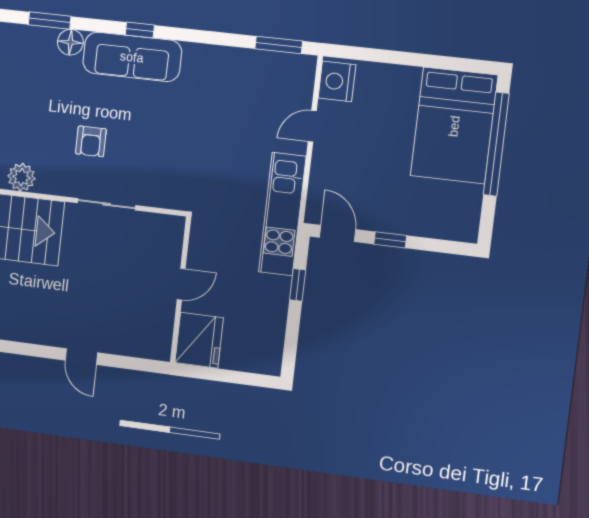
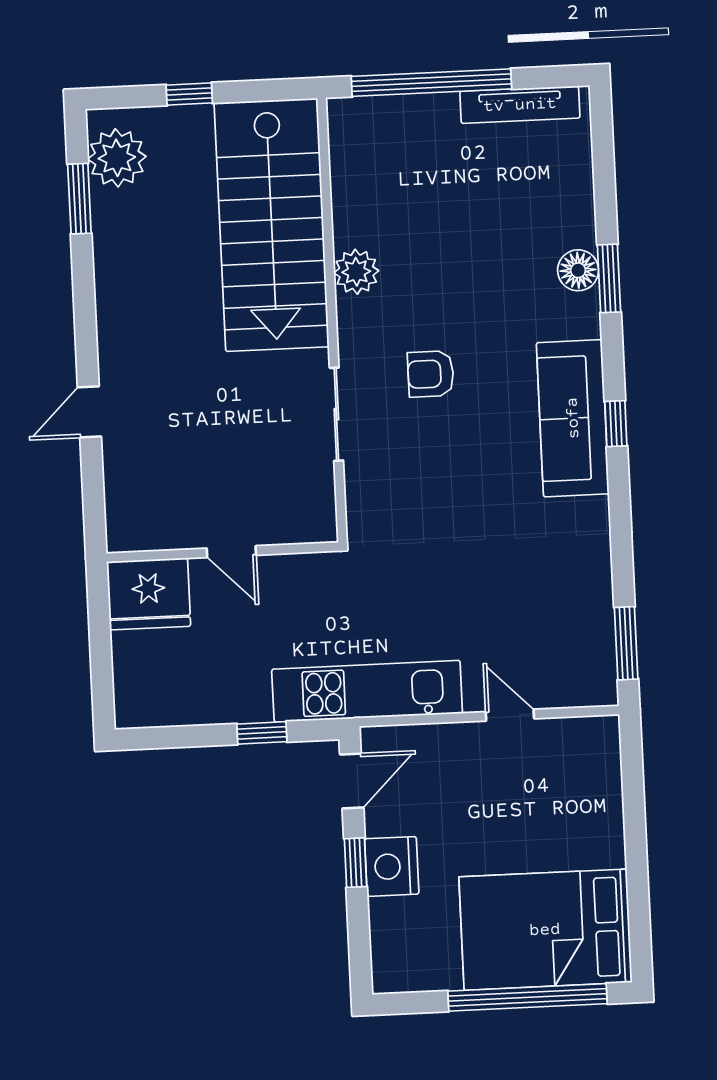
floor lamp: (70, 42) -> (578, 270), moved
nightstand: (337, 81) -> (392, 866), moved, turned -90

